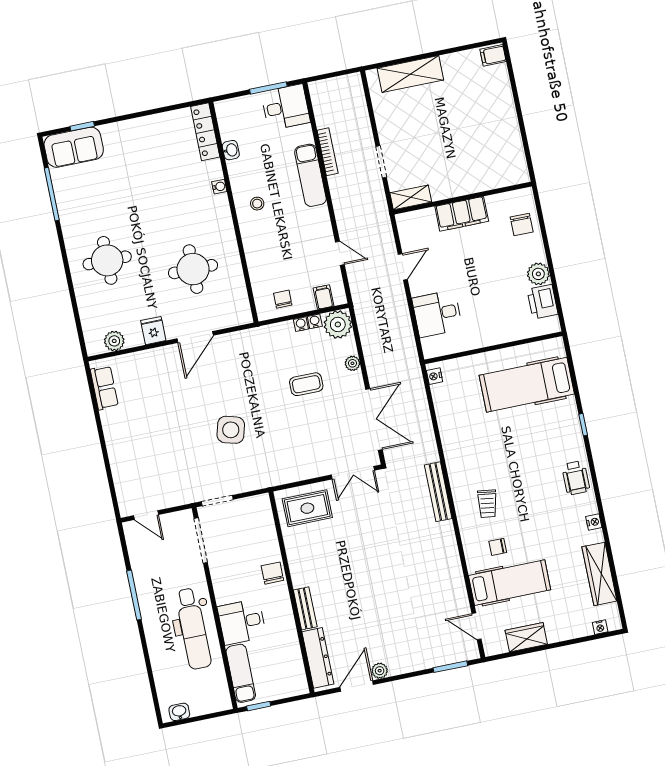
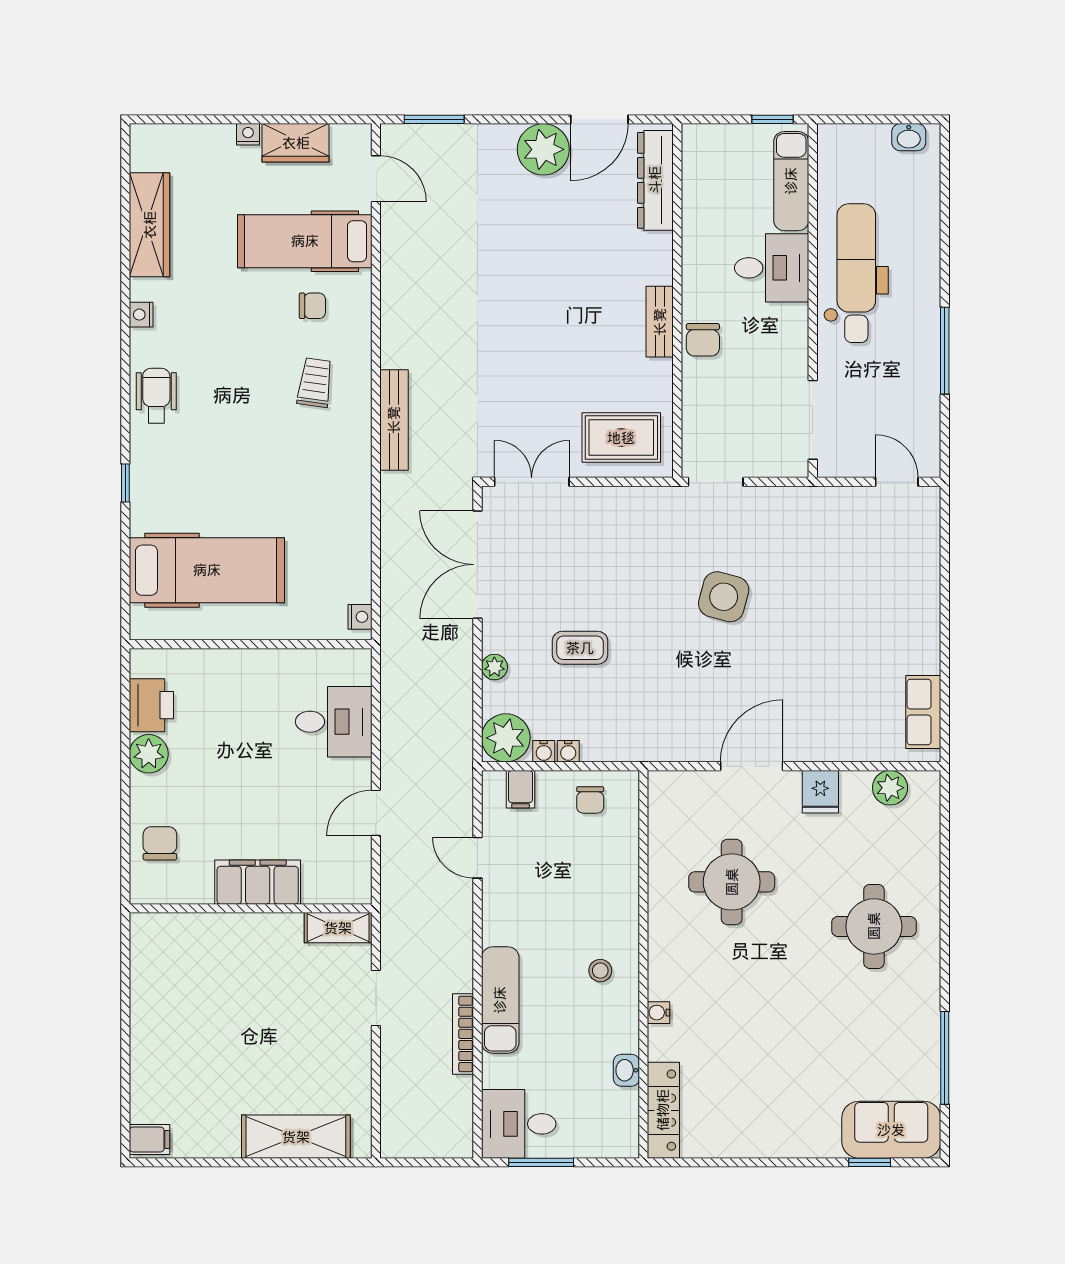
doorway: (217, 501) -> (716, 482), moved
bench: (305, 608) -> (660, 322), moved
nightstand: (600, 627) -> (248, 134), moved
plant: (380, 671) -> (543, 149), width x1.87, depth x1.87

